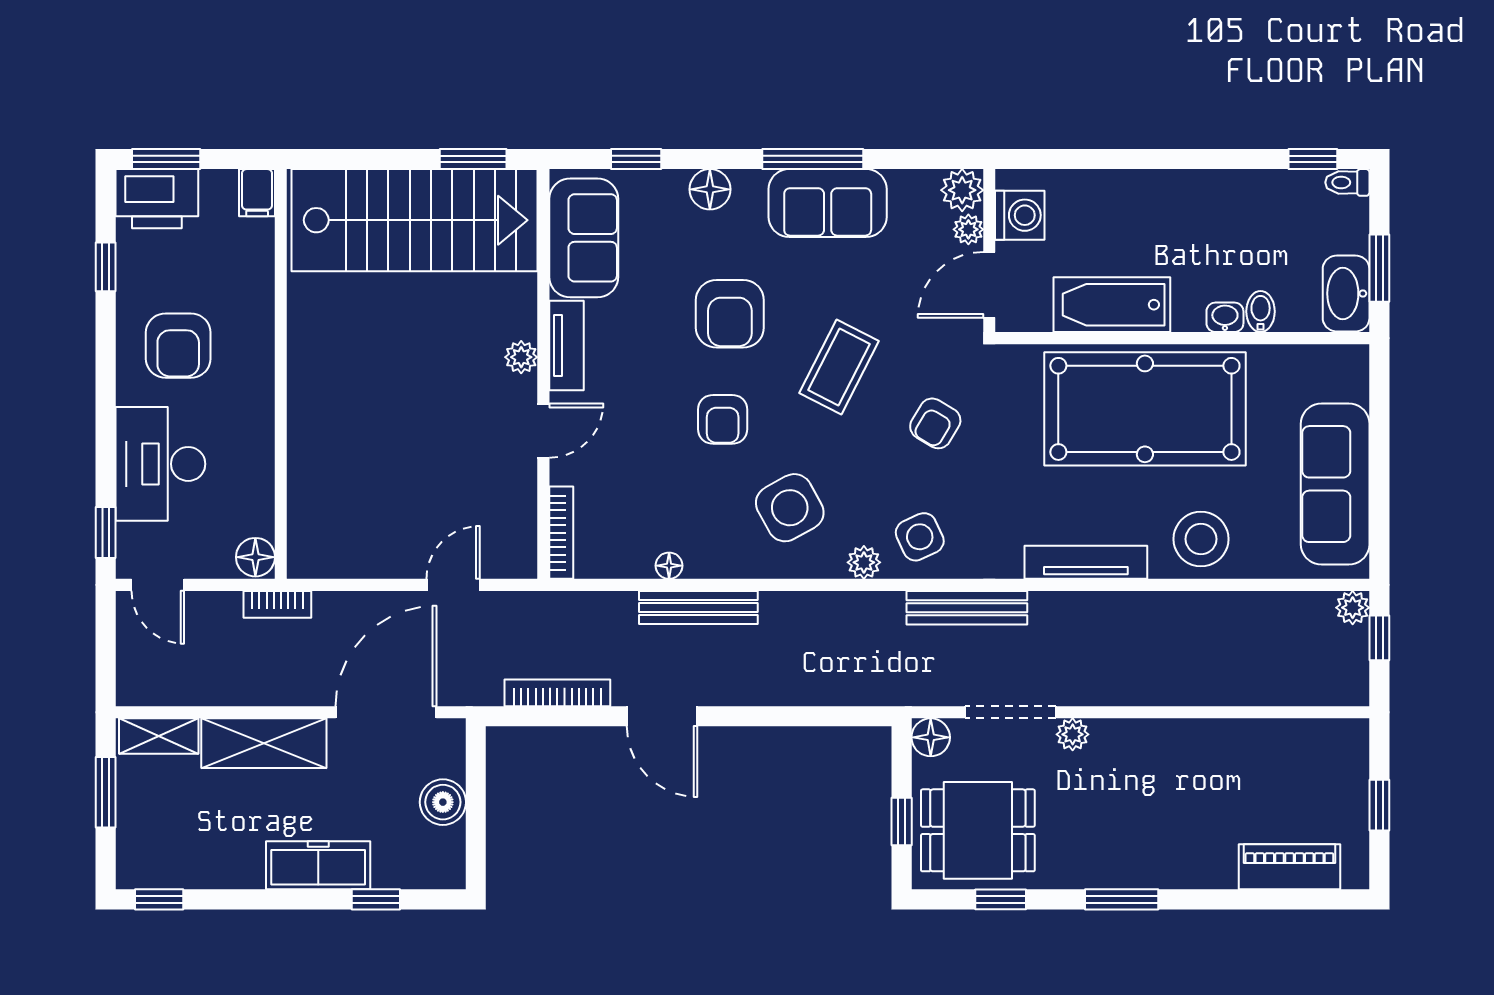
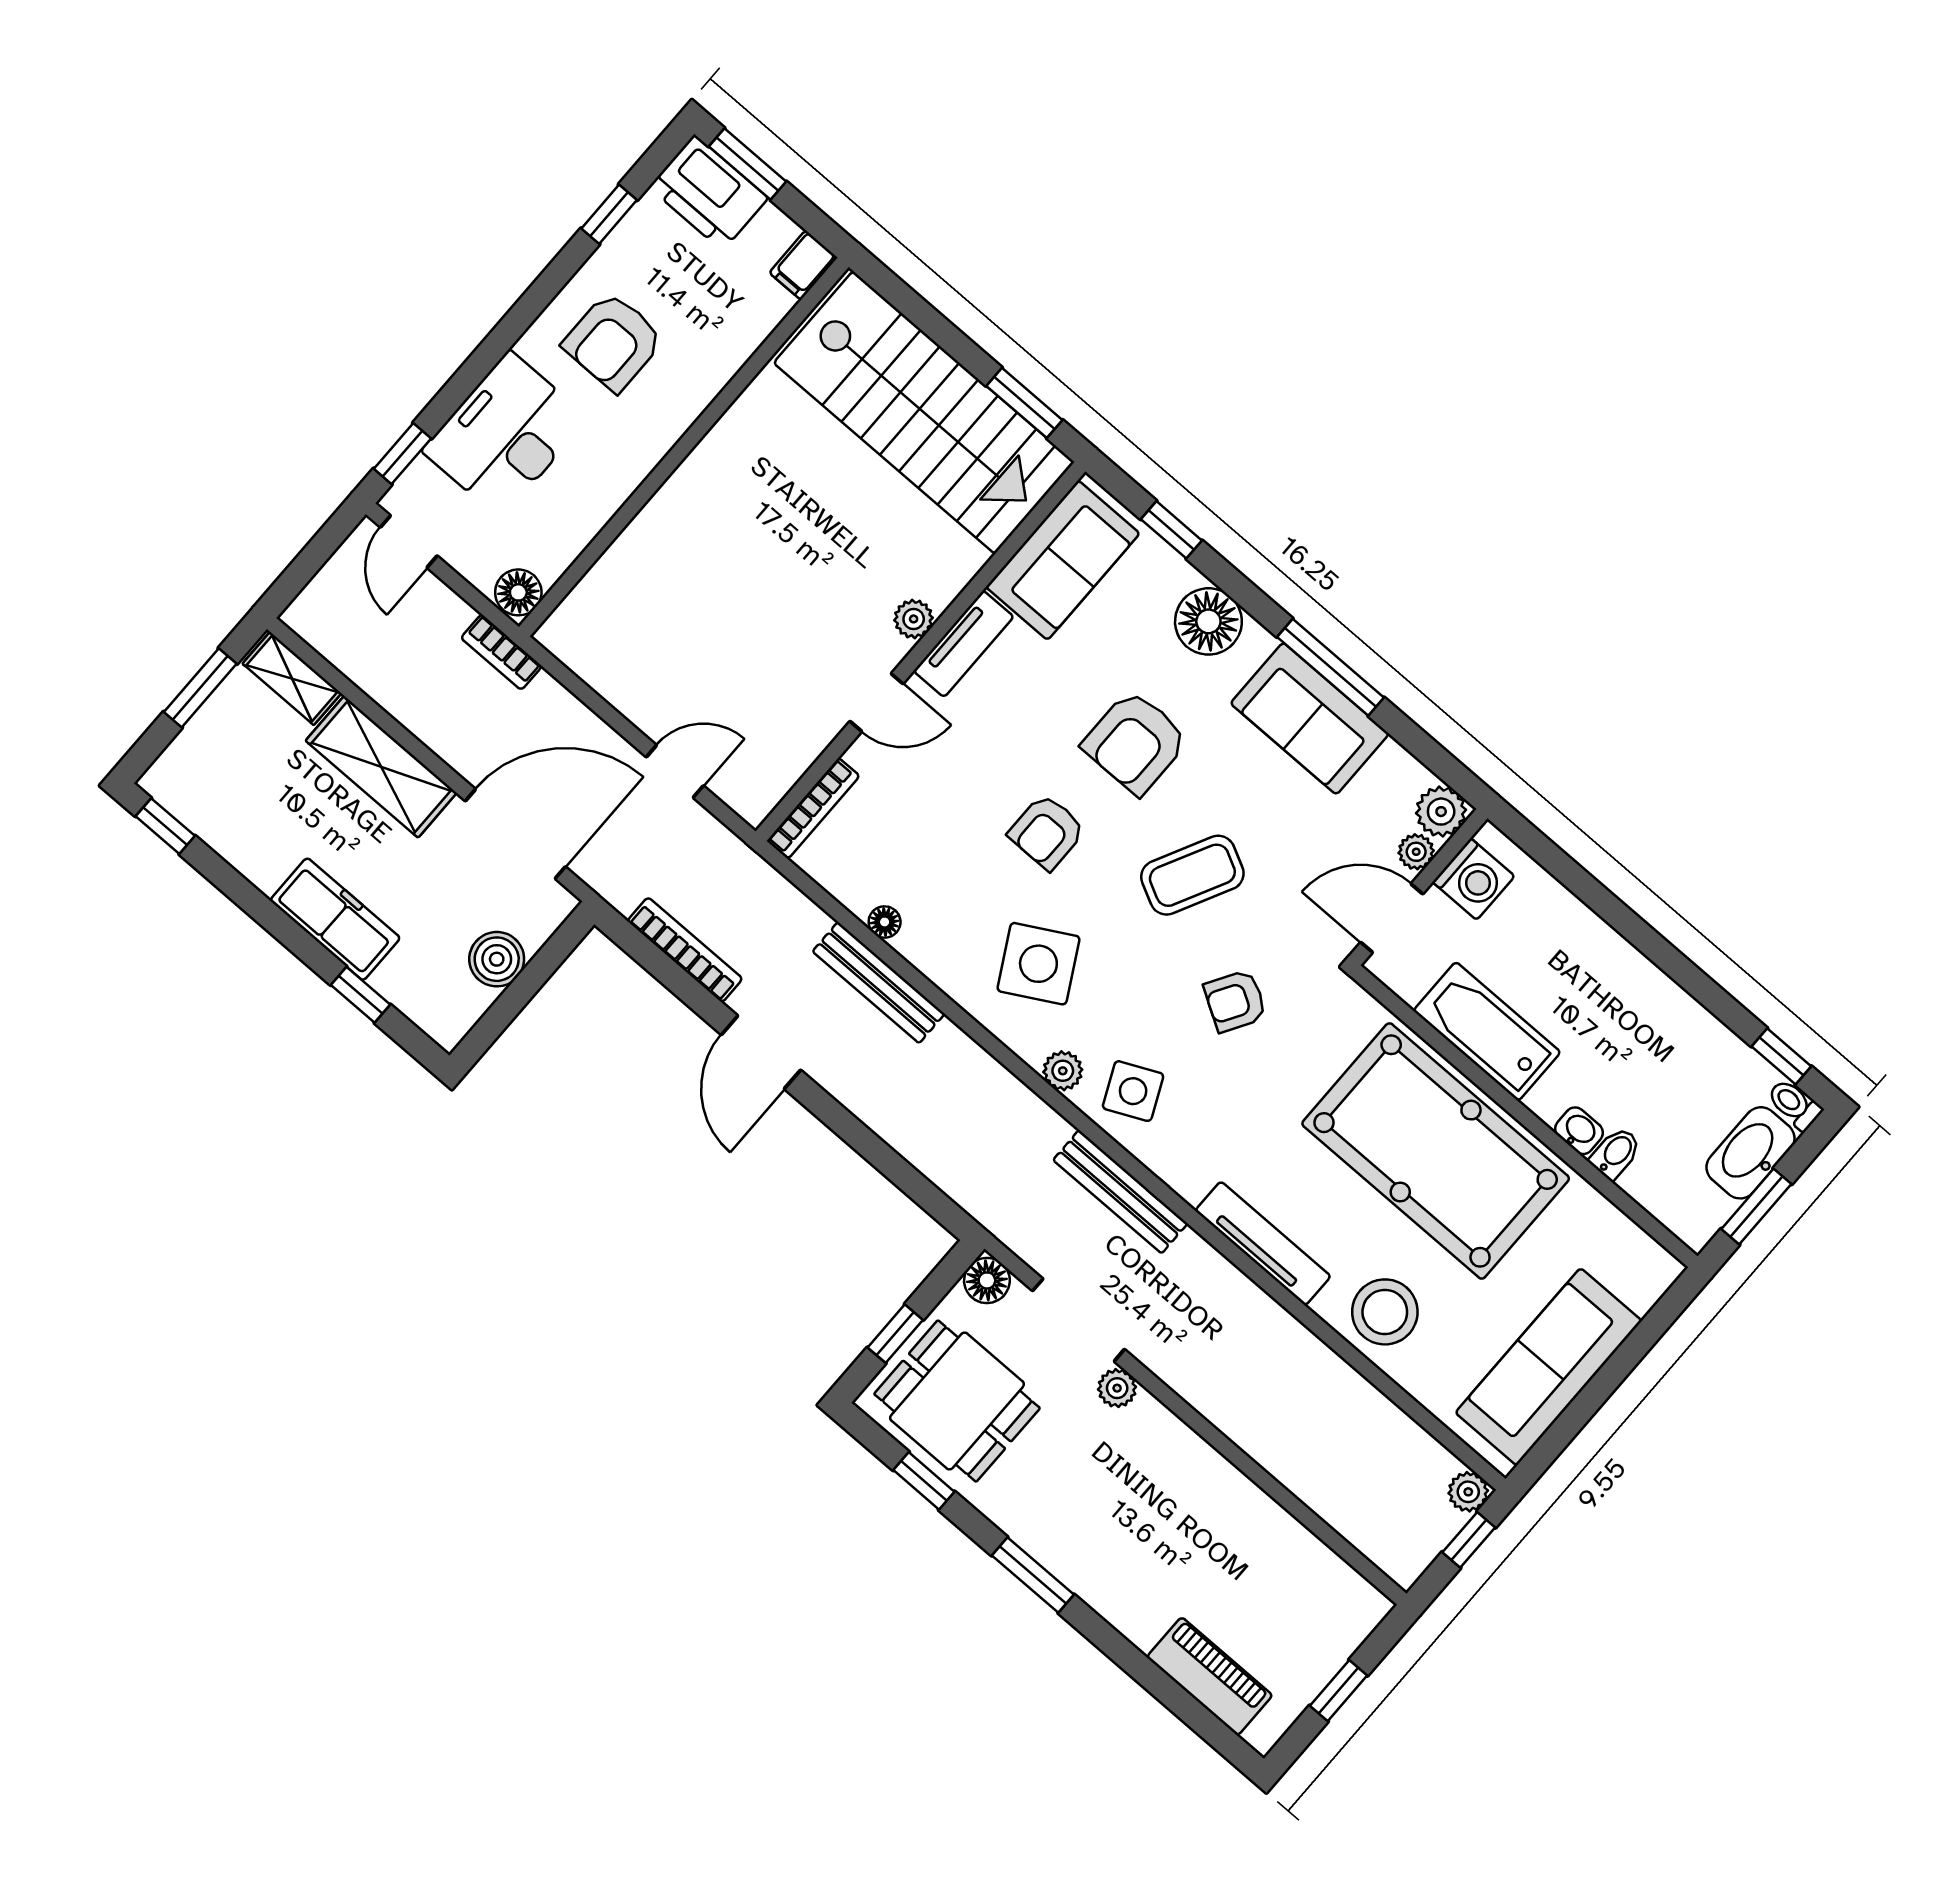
floor lamp: (710, 189) -> (1208, 621), width x1.38, depth x1.38
washbasin: (1346, 293) -> (1750, 1153), moved

